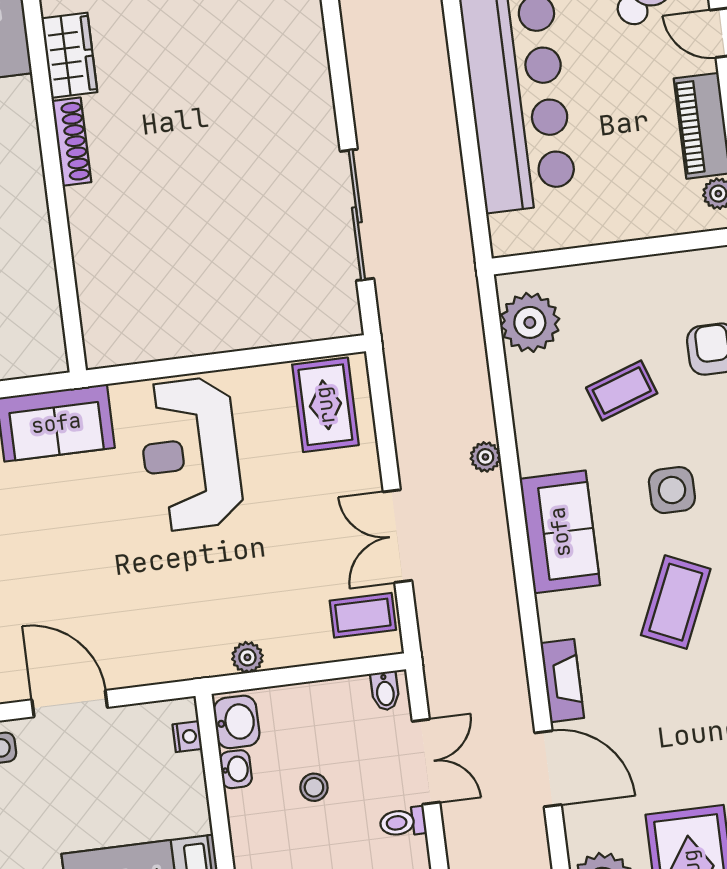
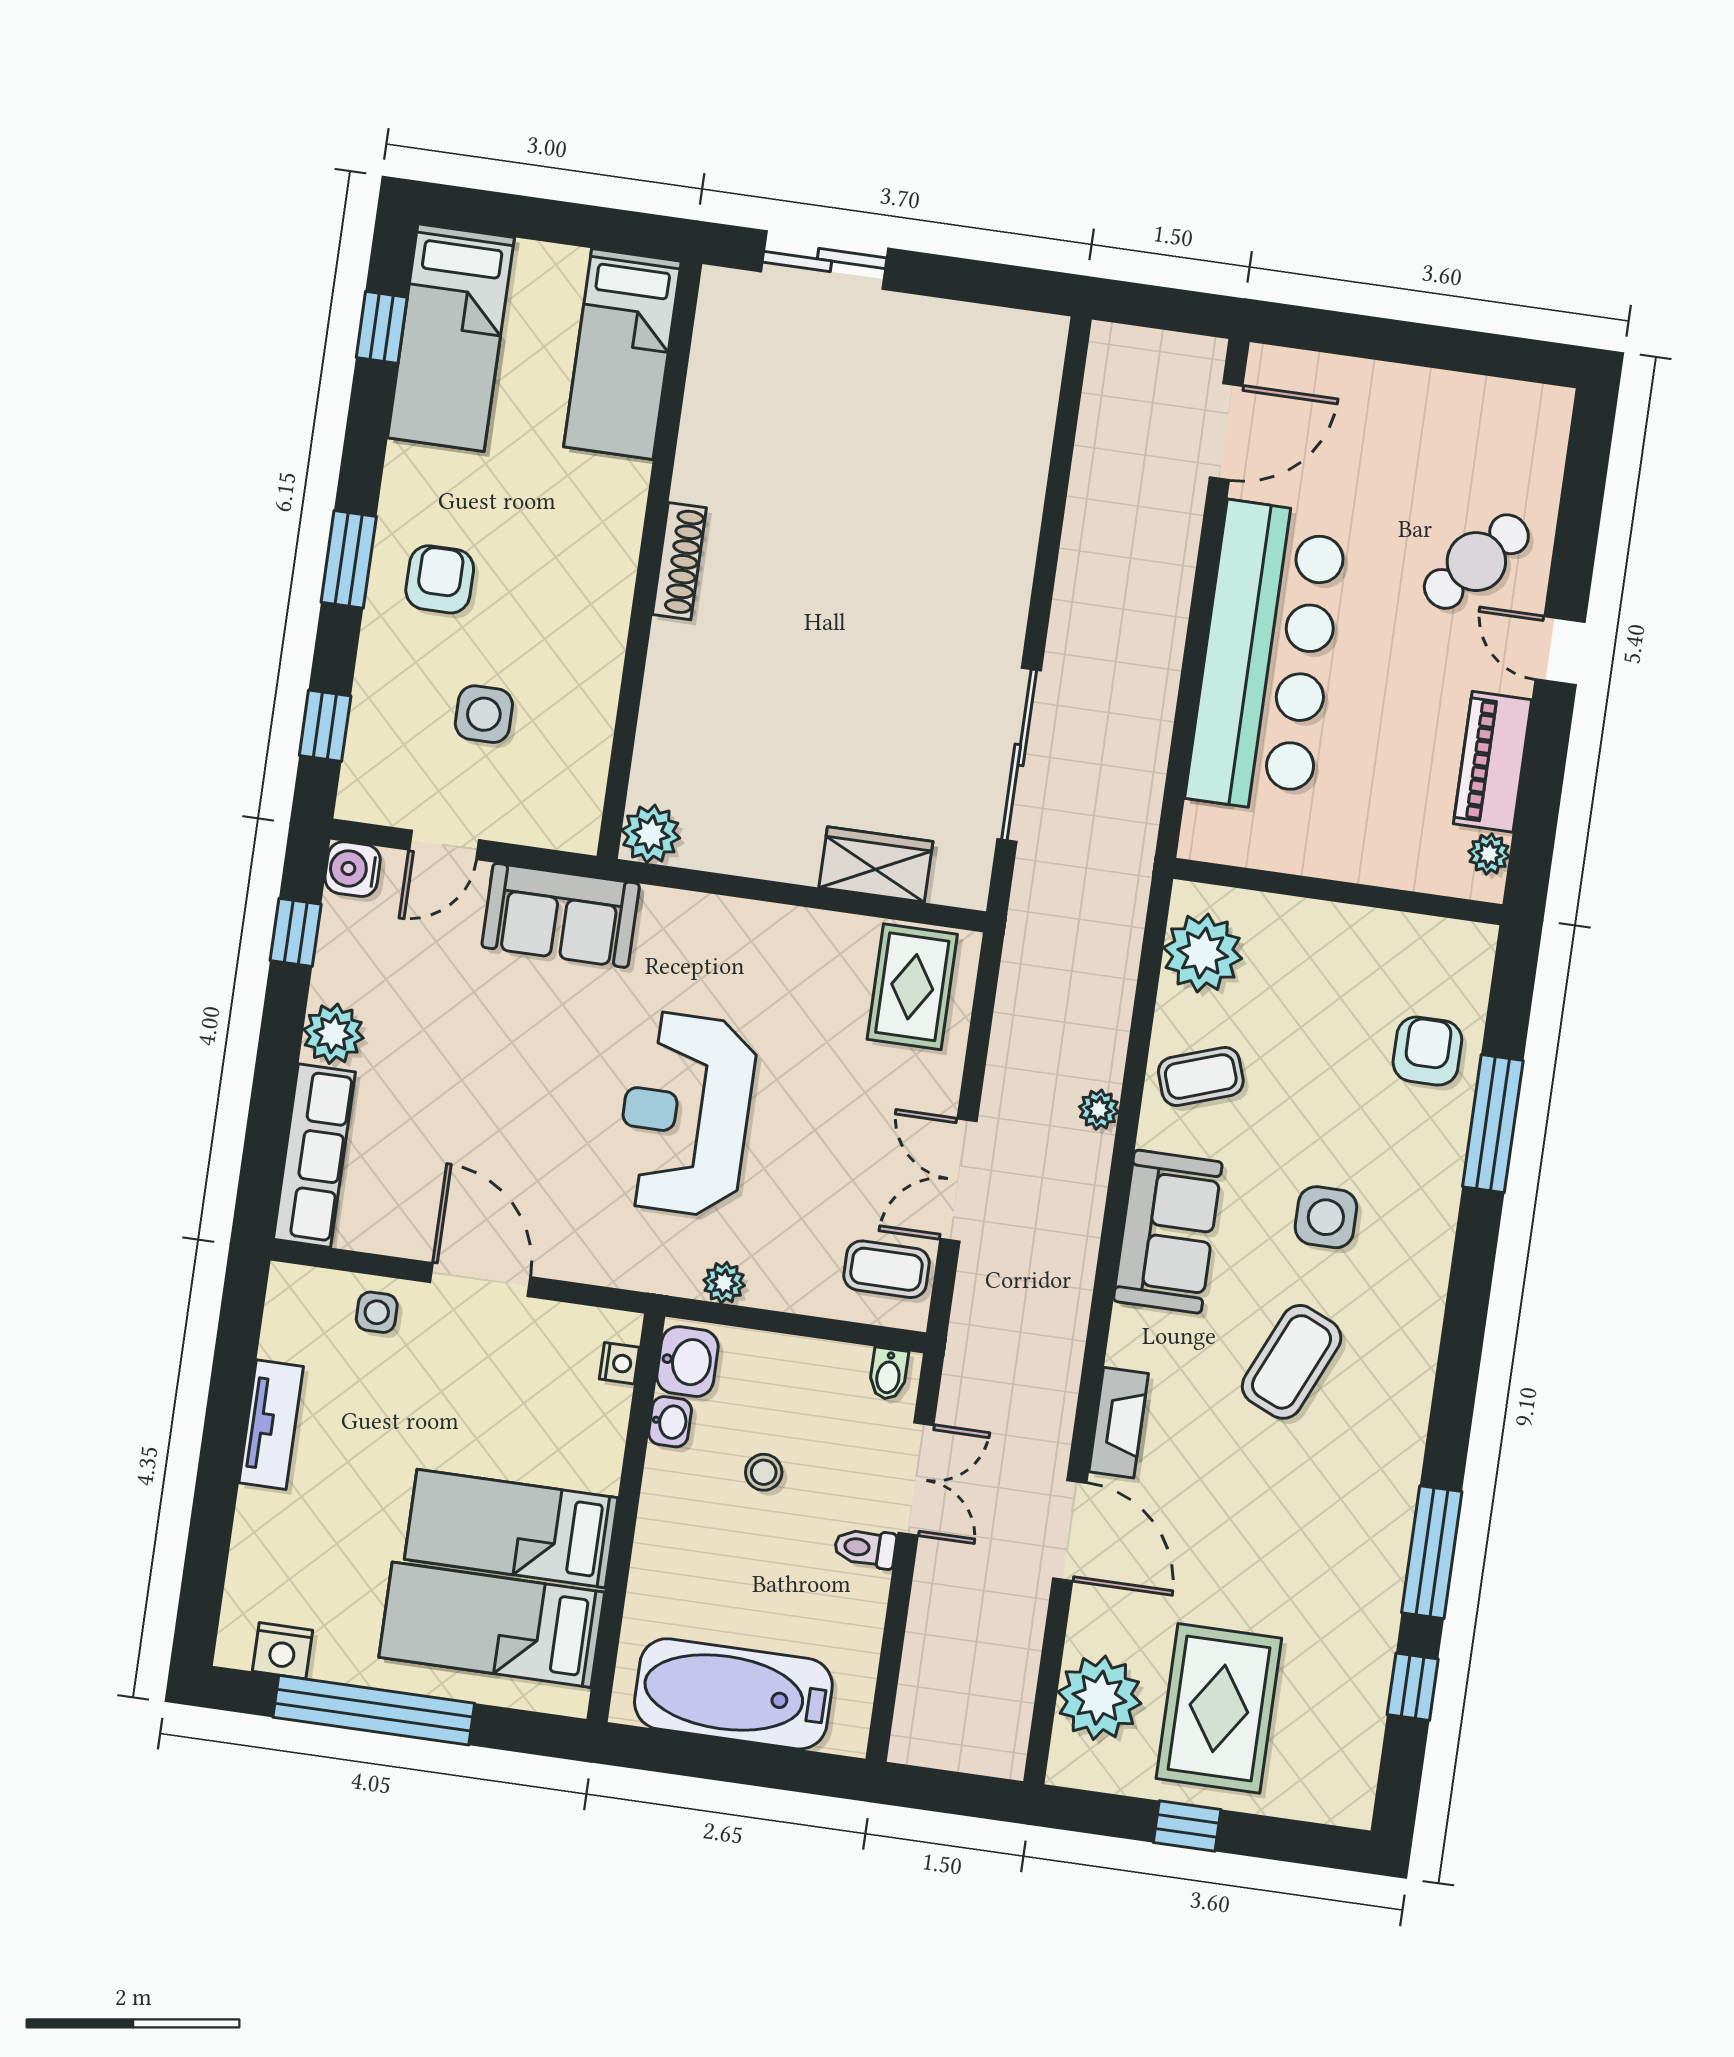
wardrobe: (69, 55) -> (876, 864), moved, turned -90
plant: (105, 346) -> (651, 834), added
coffee table: (622, 391) -> (1201, 1076), moved
reception desk: (190, 454) -> (685, 1114), moved

